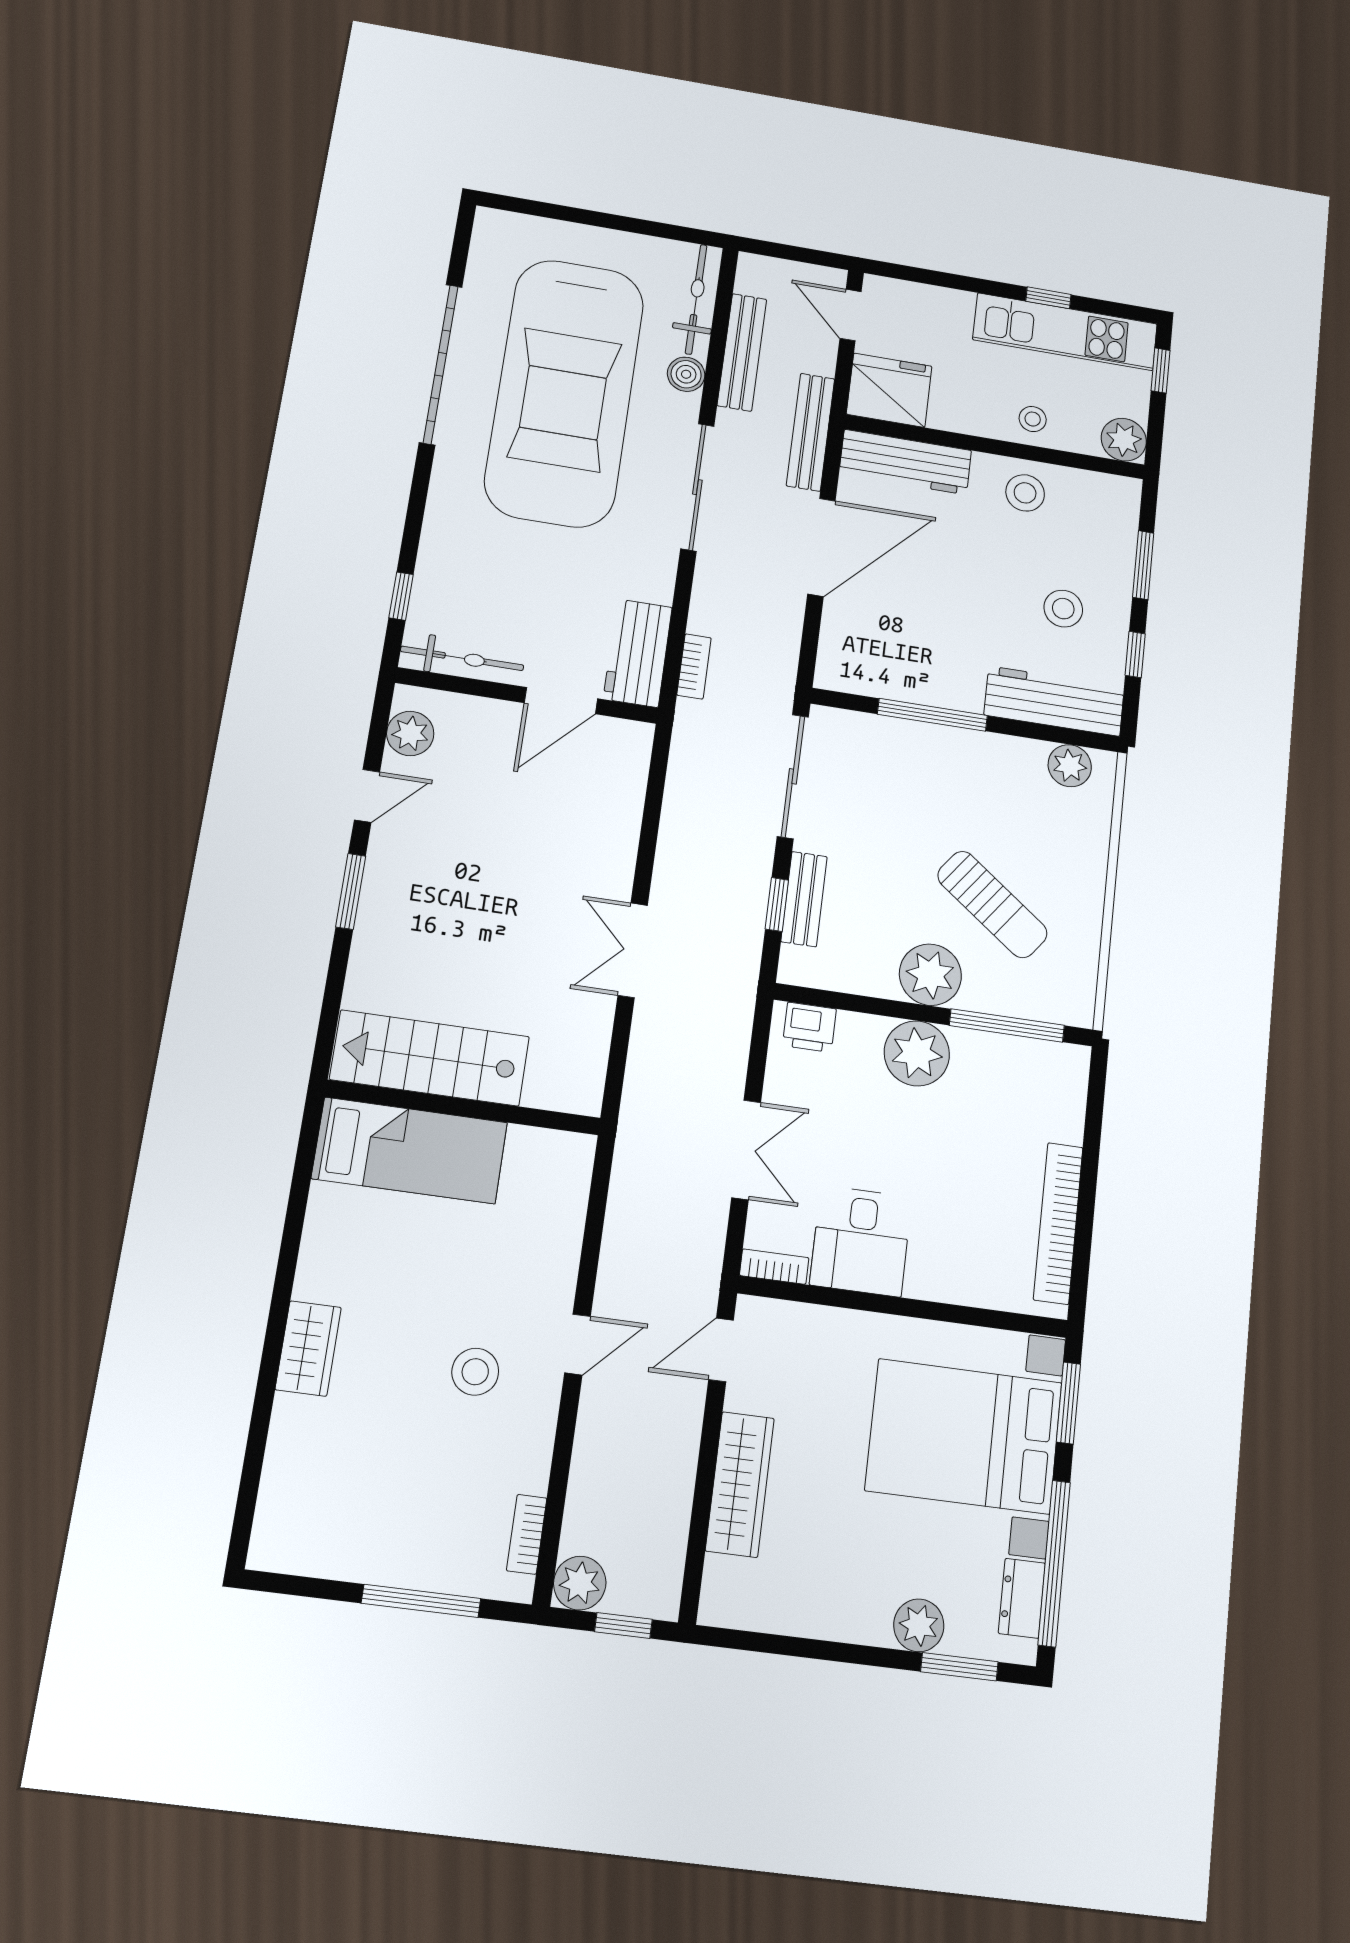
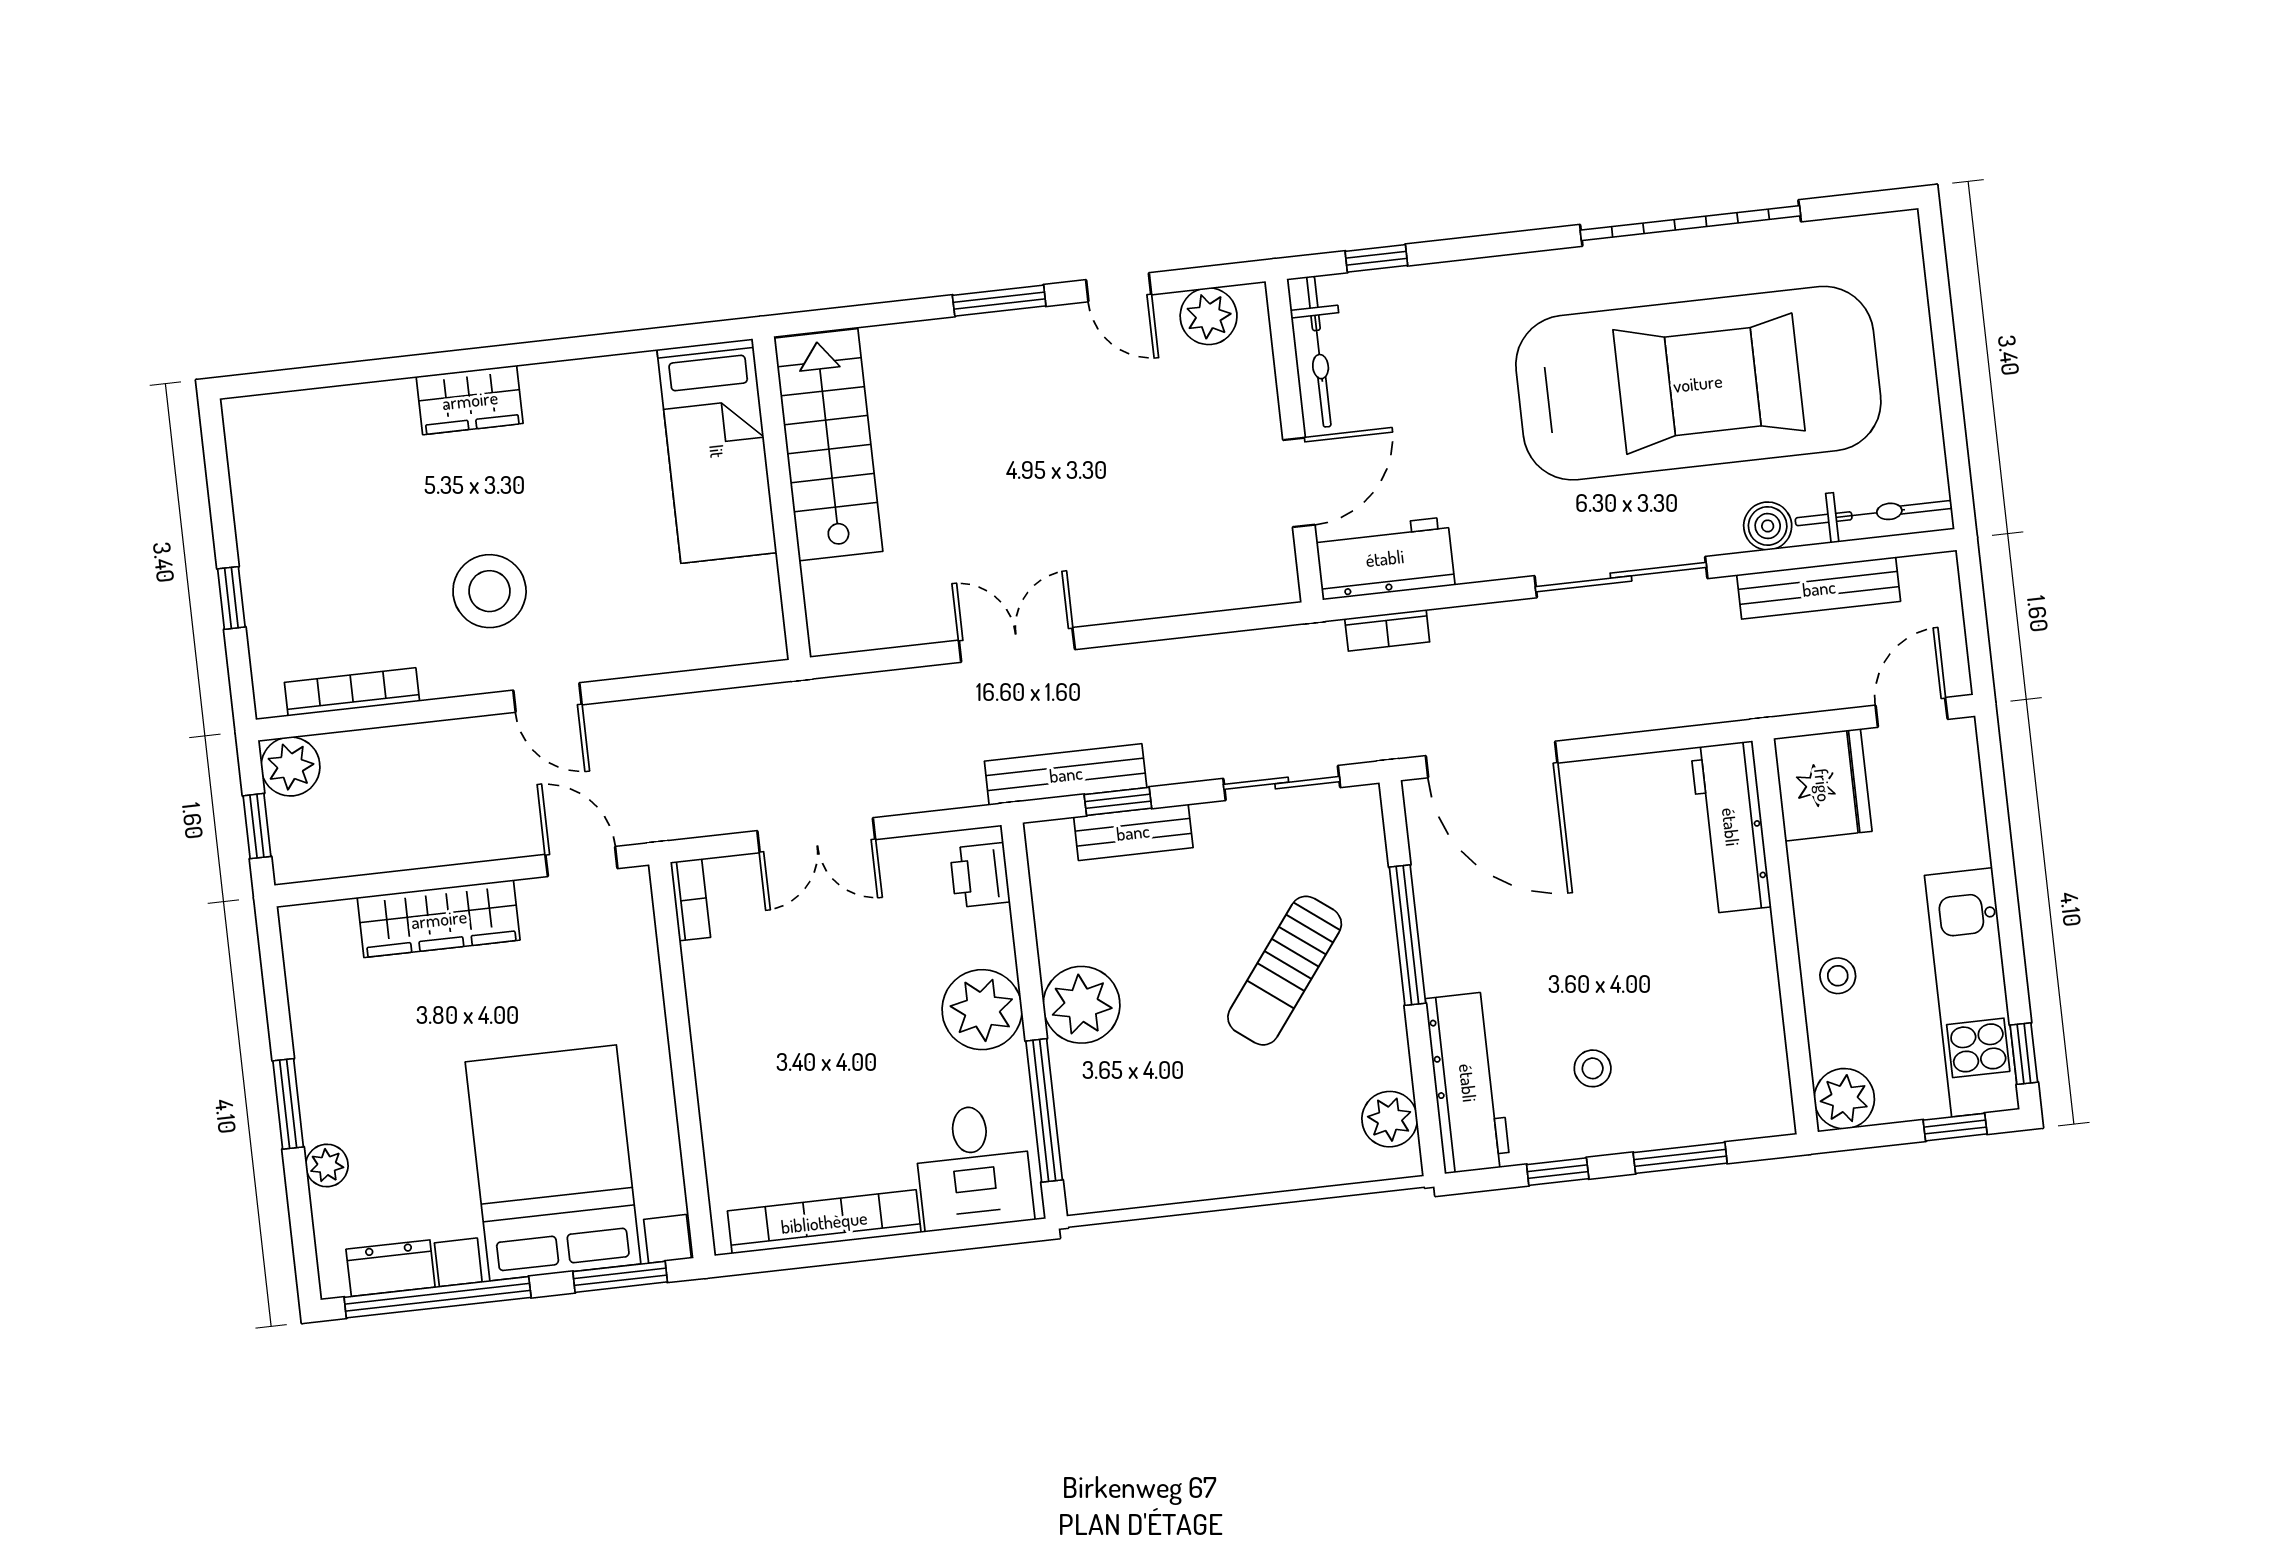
window: (1048, 298) -> (2024, 1054), moved
car: (565, 392) -> (1698, 383), turned 180
bench: (810, 432) -> (1066, 774), moved
stool: (1025, 493) -> (1734, 987), removed
door: (822, 547) -> (1492, 759), moved
stool: (1063, 609) -> (1593, 1068), width x0.73, depth x0.73
door: (561, 701) -> (1299, 482), swing flipped
sliding door: (793, 776) -> (1282, 783), width x0.73
sun lounger: (992, 904) -> (1285, 971), moved
desk: (861, 1241) -> (973, 1167), moved, turned -90
stool: (475, 1372) -> (490, 591), width x1.38, depth x1.38
bookcase: (527, 1534) -> (352, 692), width x1.56
window: (421, 1601) -> (231, 598), width x0.46
plant: (919, 1625) -> (327, 1165), width x0.73, depth x0.73
window: (959, 1667) -> (288, 1104), moved

